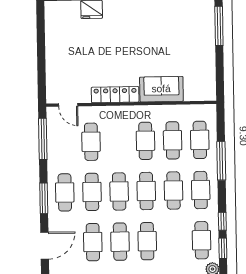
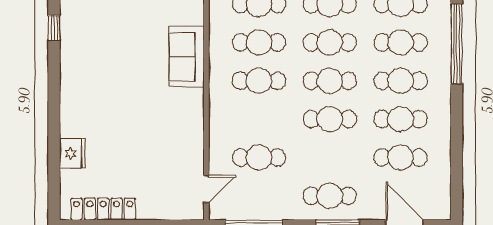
locker: (115, 95) -> (103, 209), moved, turned 90
cafe table: (92, 192) -> (401, 42), moved

